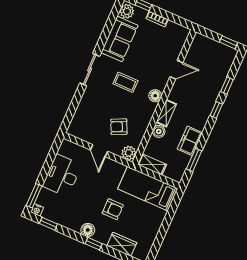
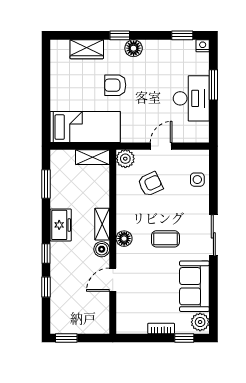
side table: (84, 115) -> (197, 180), added
boiler: (159, 131) -> (102, 249), moved
freezer: (190, 141) -> (61, 225), moved
door: (99, 151) -> (161, 146), hinge flipped
window: (34, 196) -> (213, 85), moved

